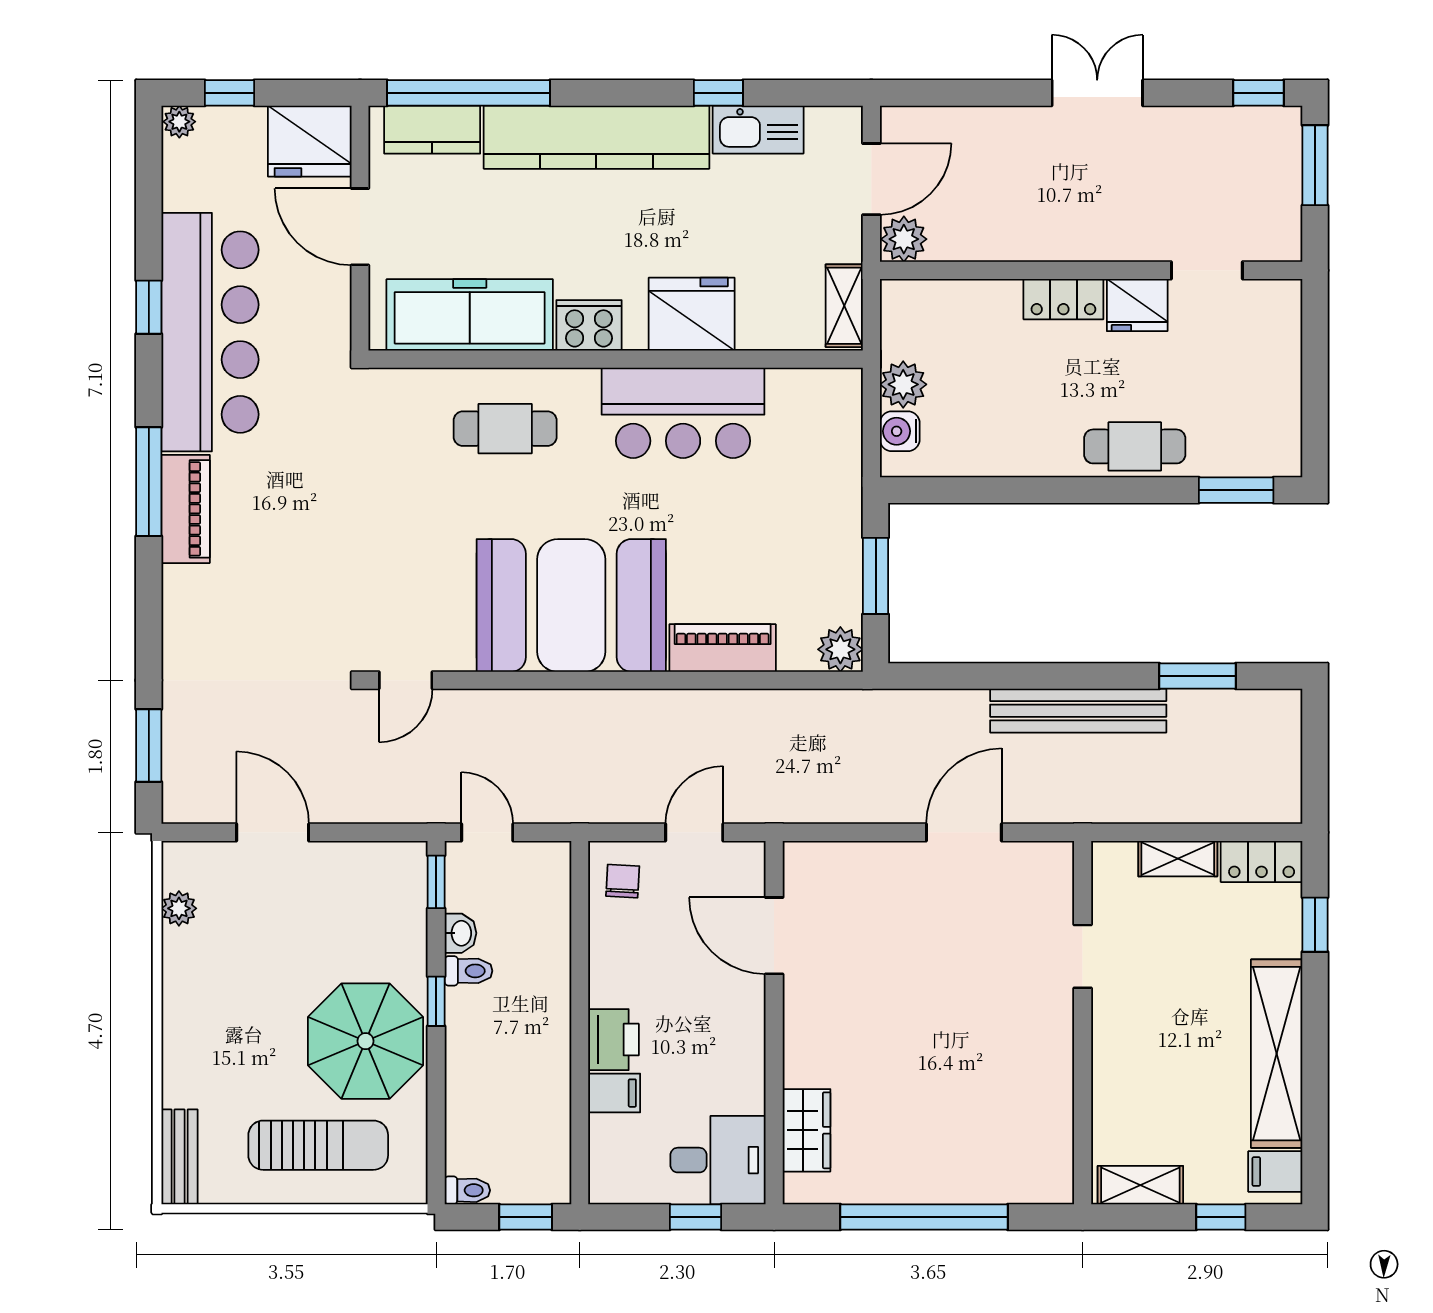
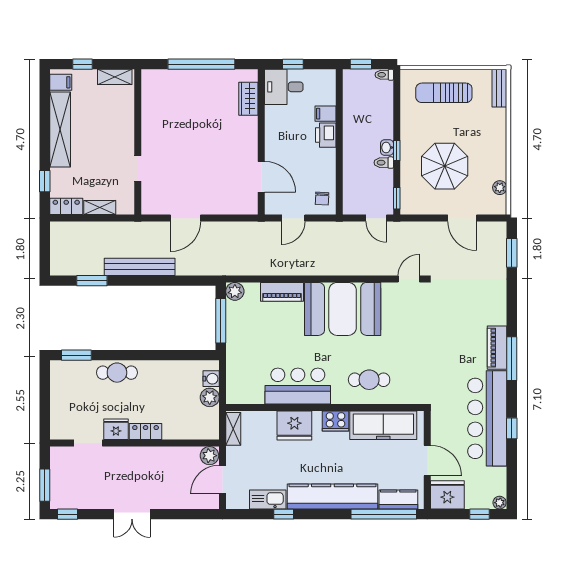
window: (876, 576) -> (221, 321), width x1.44
washbasin: (460, 933) -> (387, 148), moved
parasol: (366, 1041) -> (445, 166), moved

